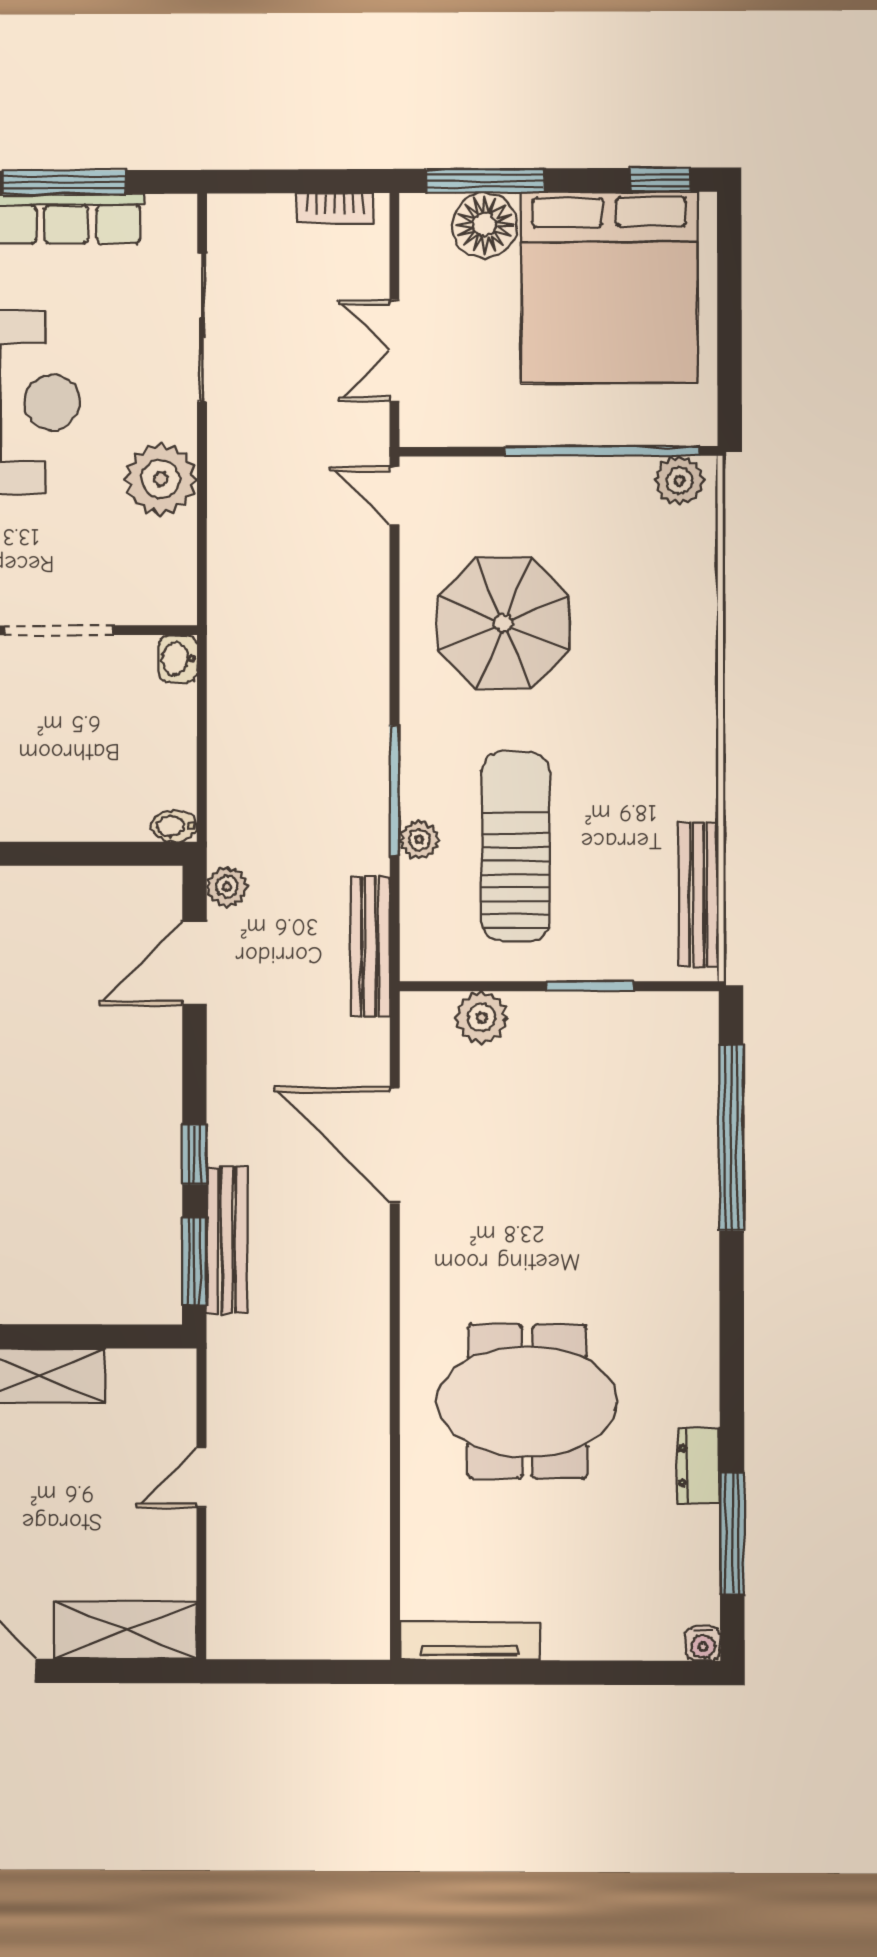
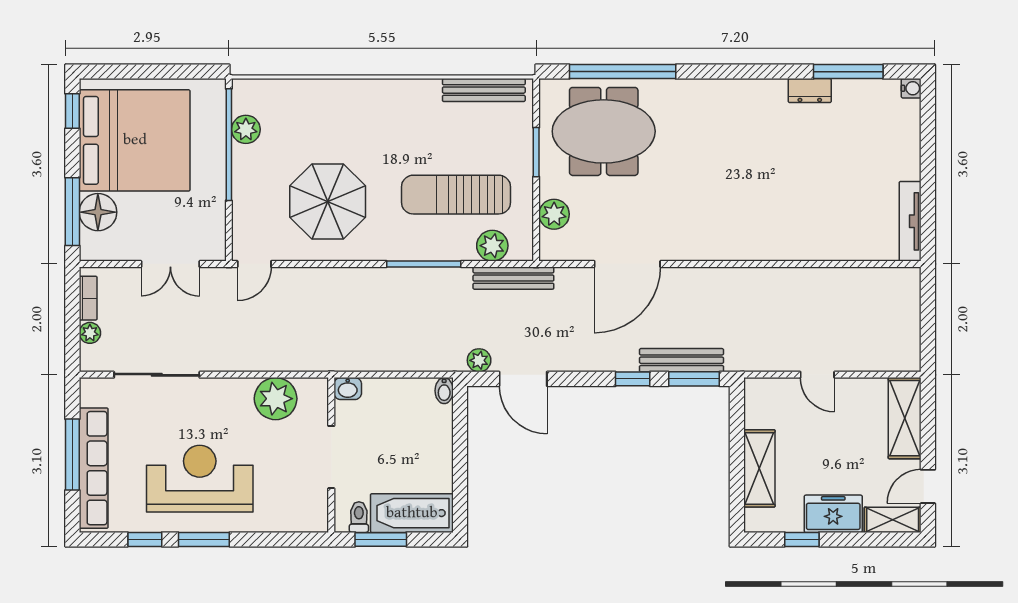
plant: (275, 212) -> (90, 333), added
plant: (160, 479) -> (276, 399), moved
plant: (679, 481) -> (246, 129), moved
plant: (419, 840) -> (492, 246), moved, width x1.38, depth x1.38
meeting table: (527, 1401) -> (604, 131), moved, turned 90

